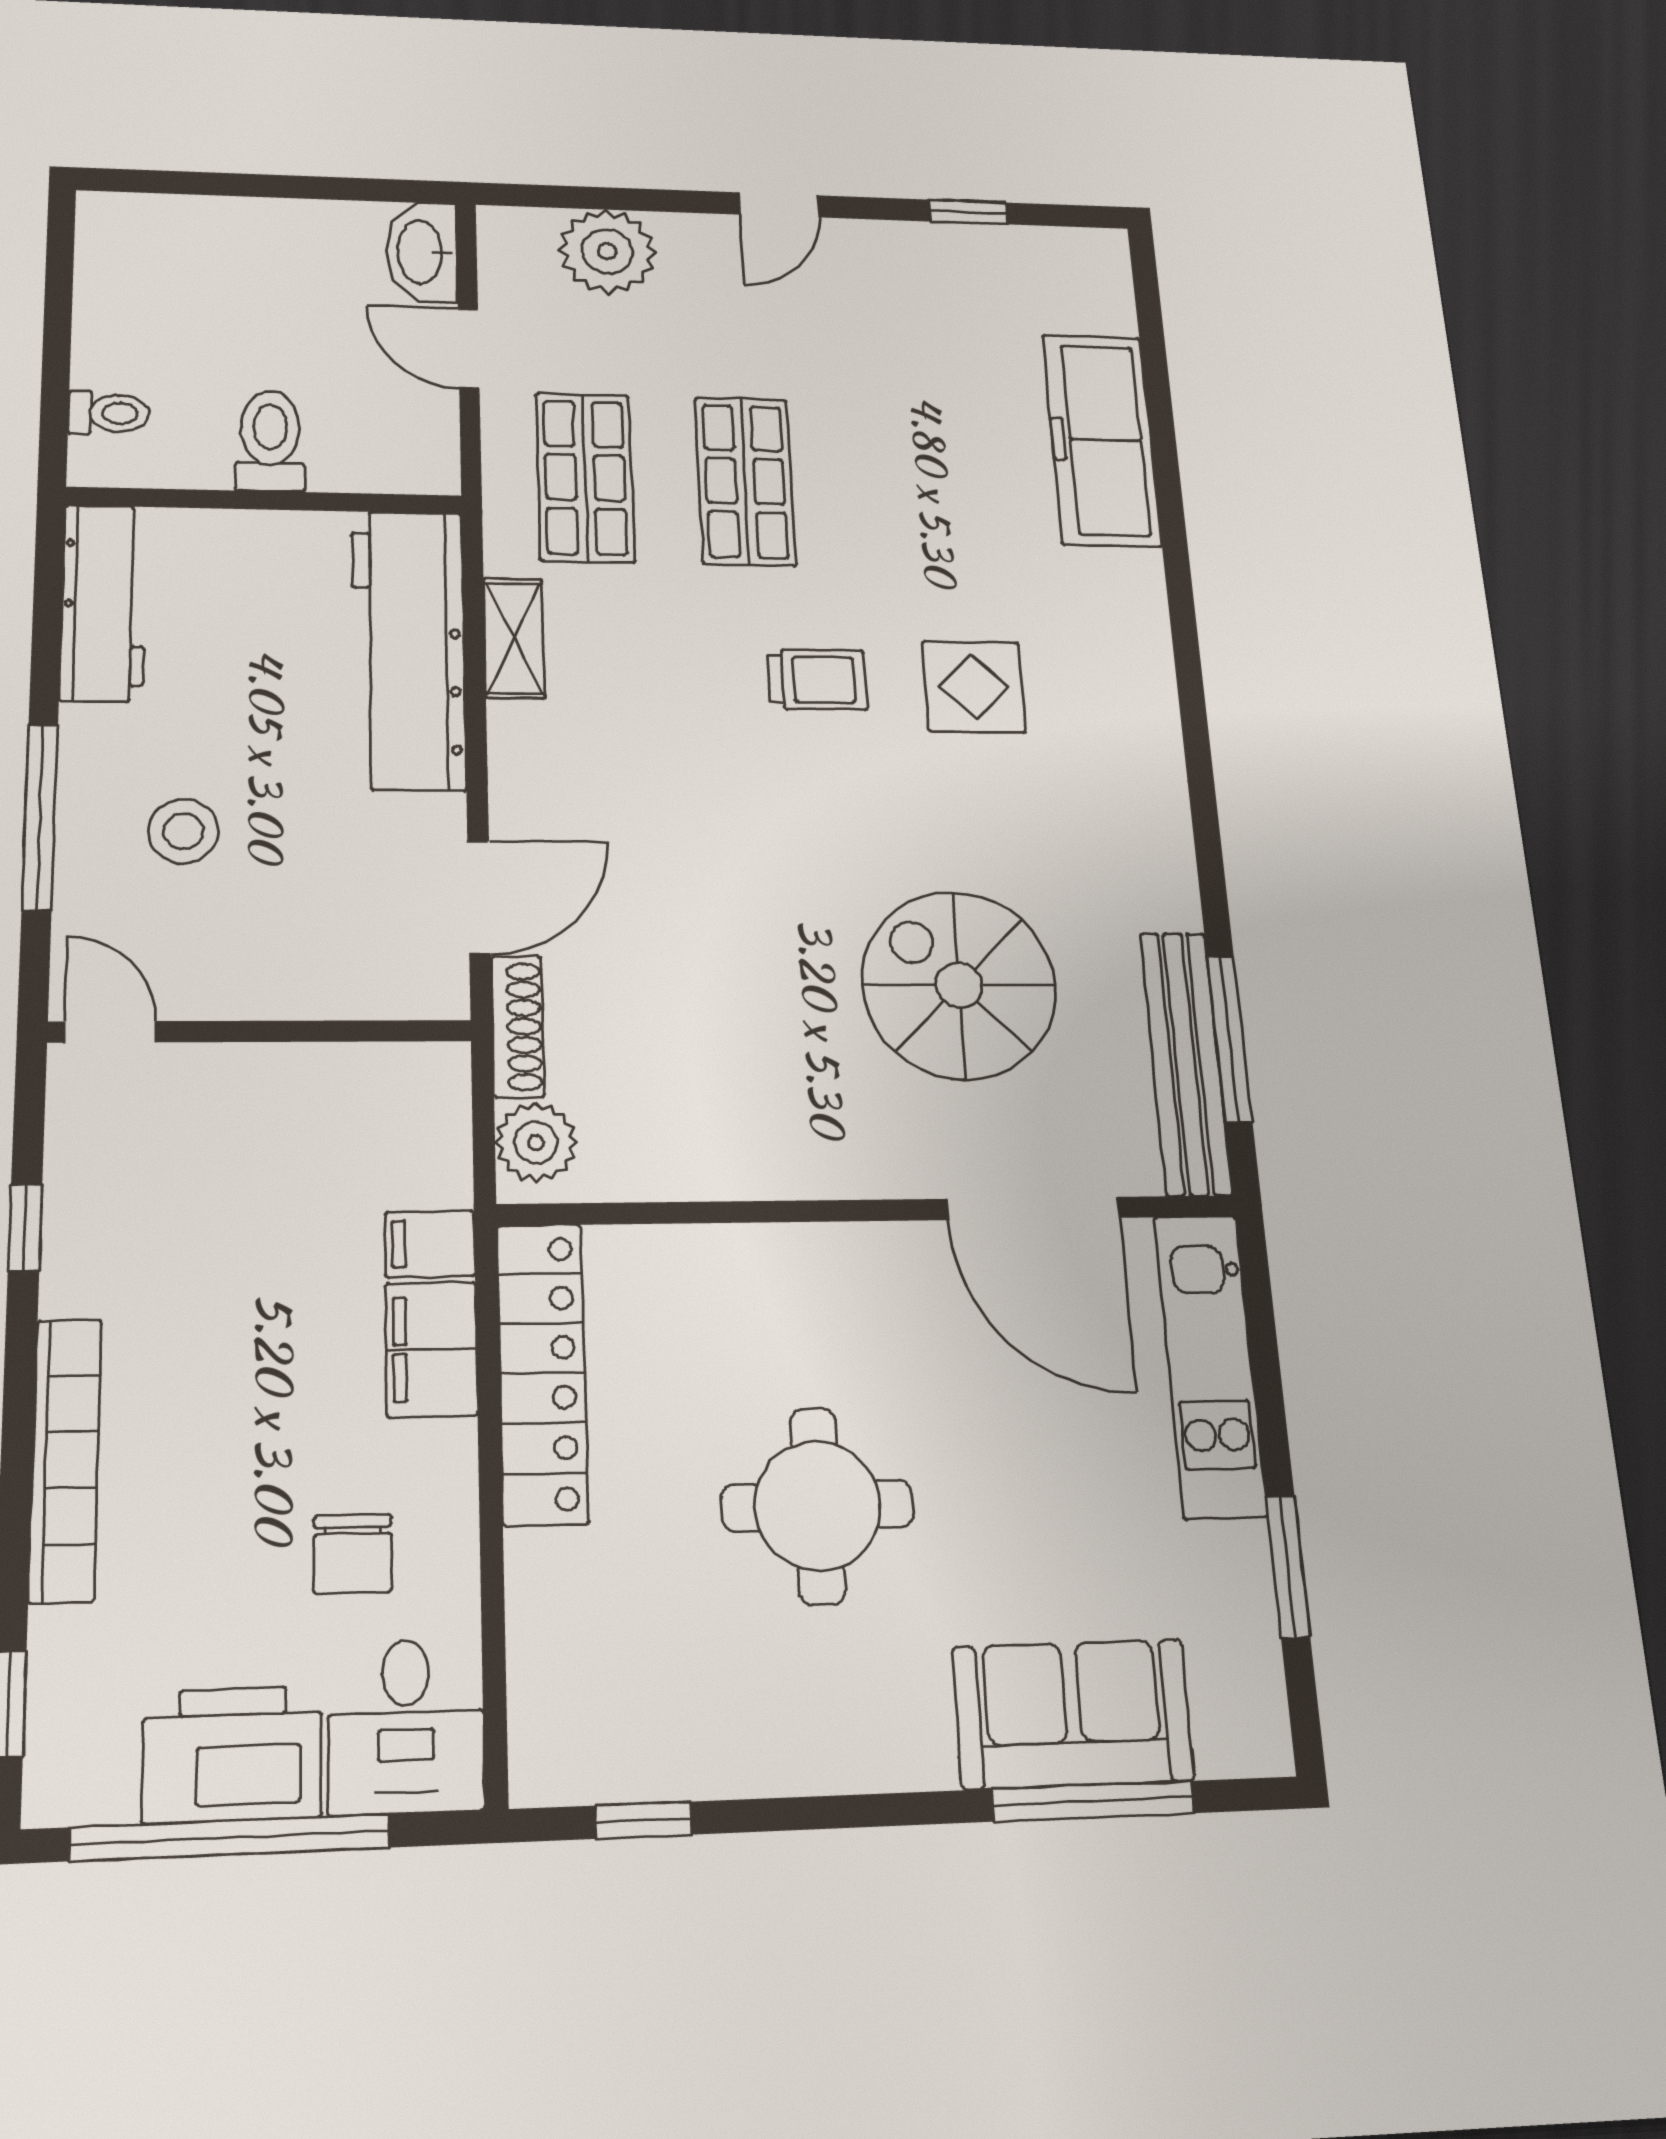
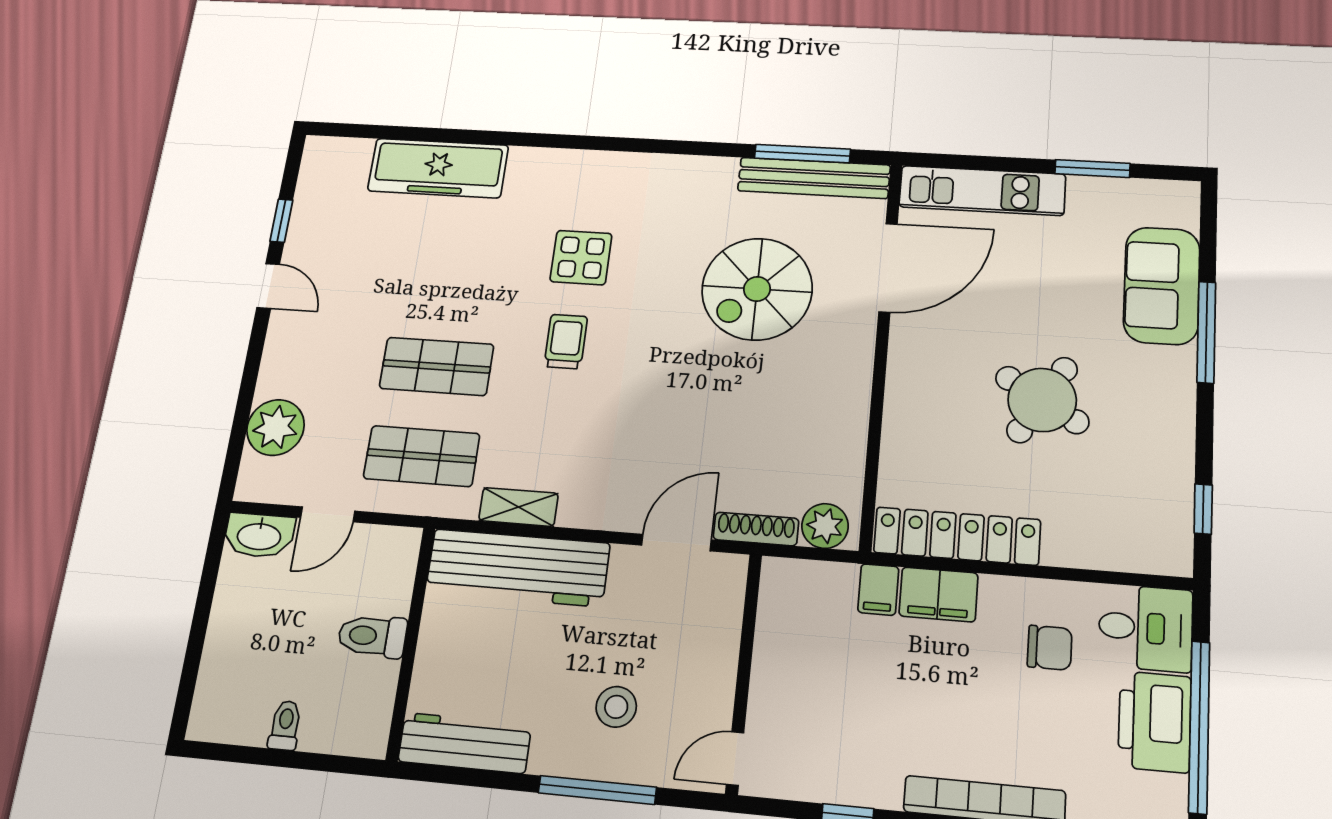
door: (779, 205) -> (268, 286), moved
toilet: (109, 413) -> (285, 725), moved
door: (479, 897) -> (676, 543), hinge flipped
round table: (818, 1506) -> (1042, 400), turned 31
window: (1094, 1801) -> (1206, 332), moved

